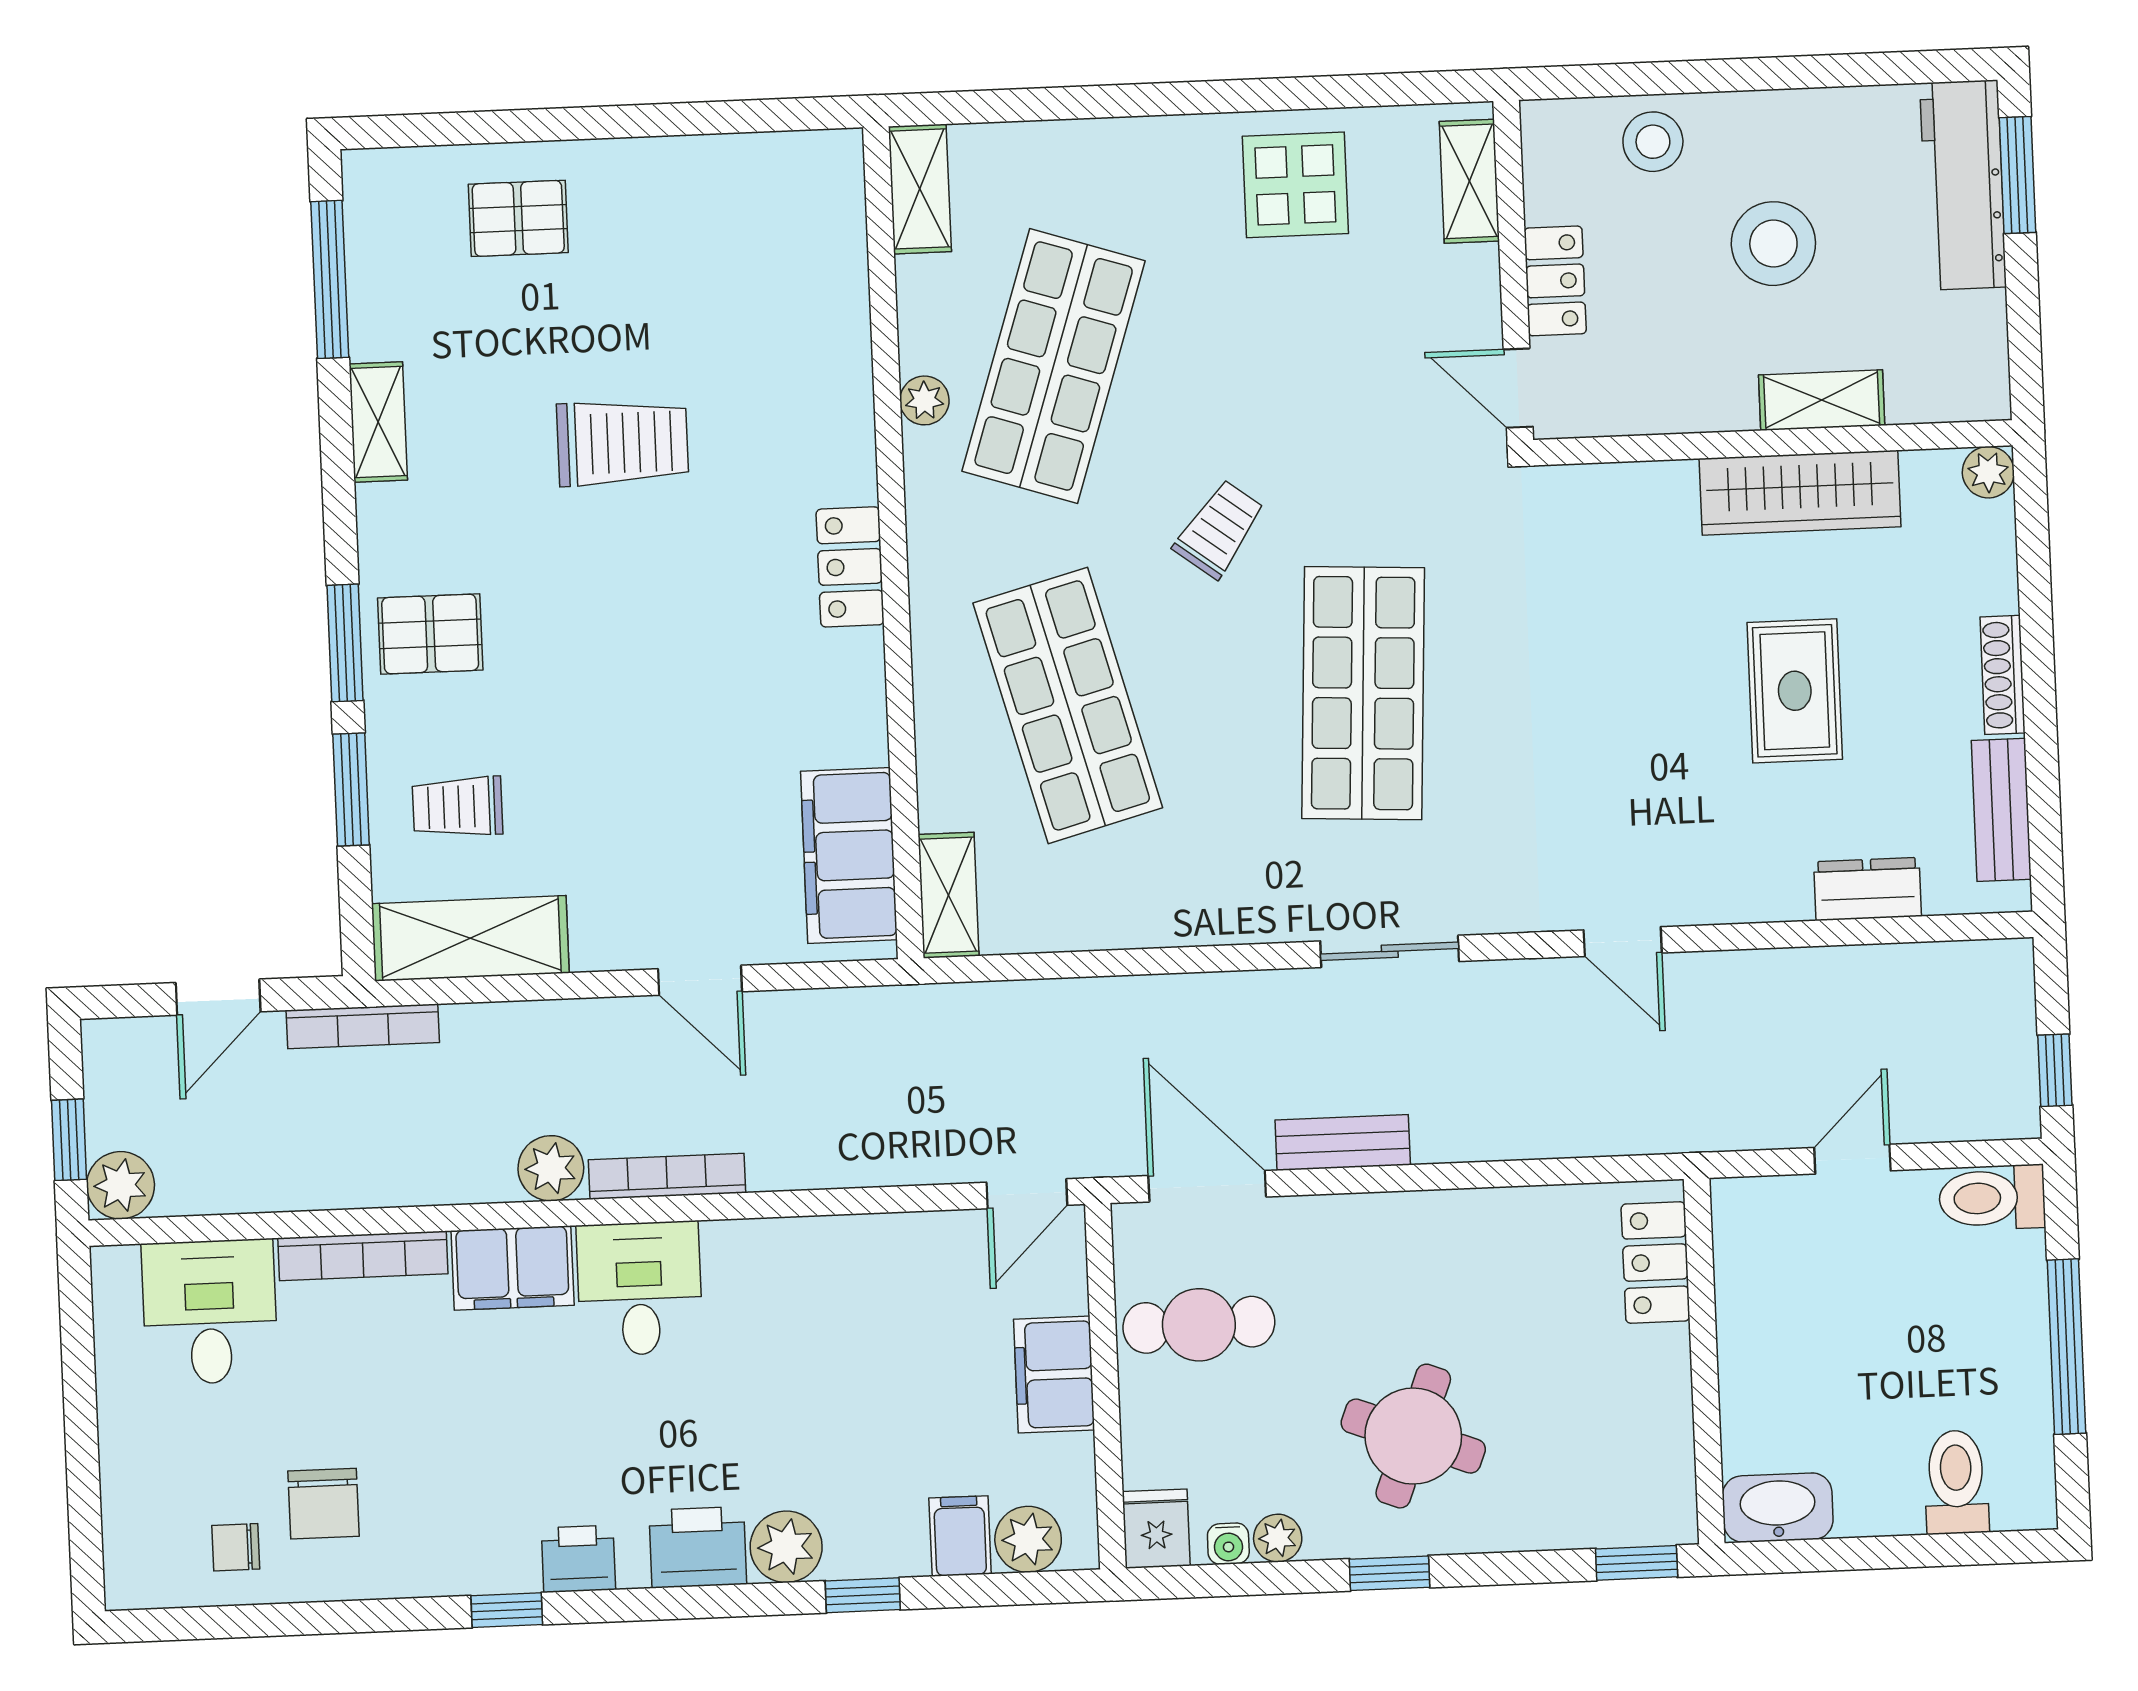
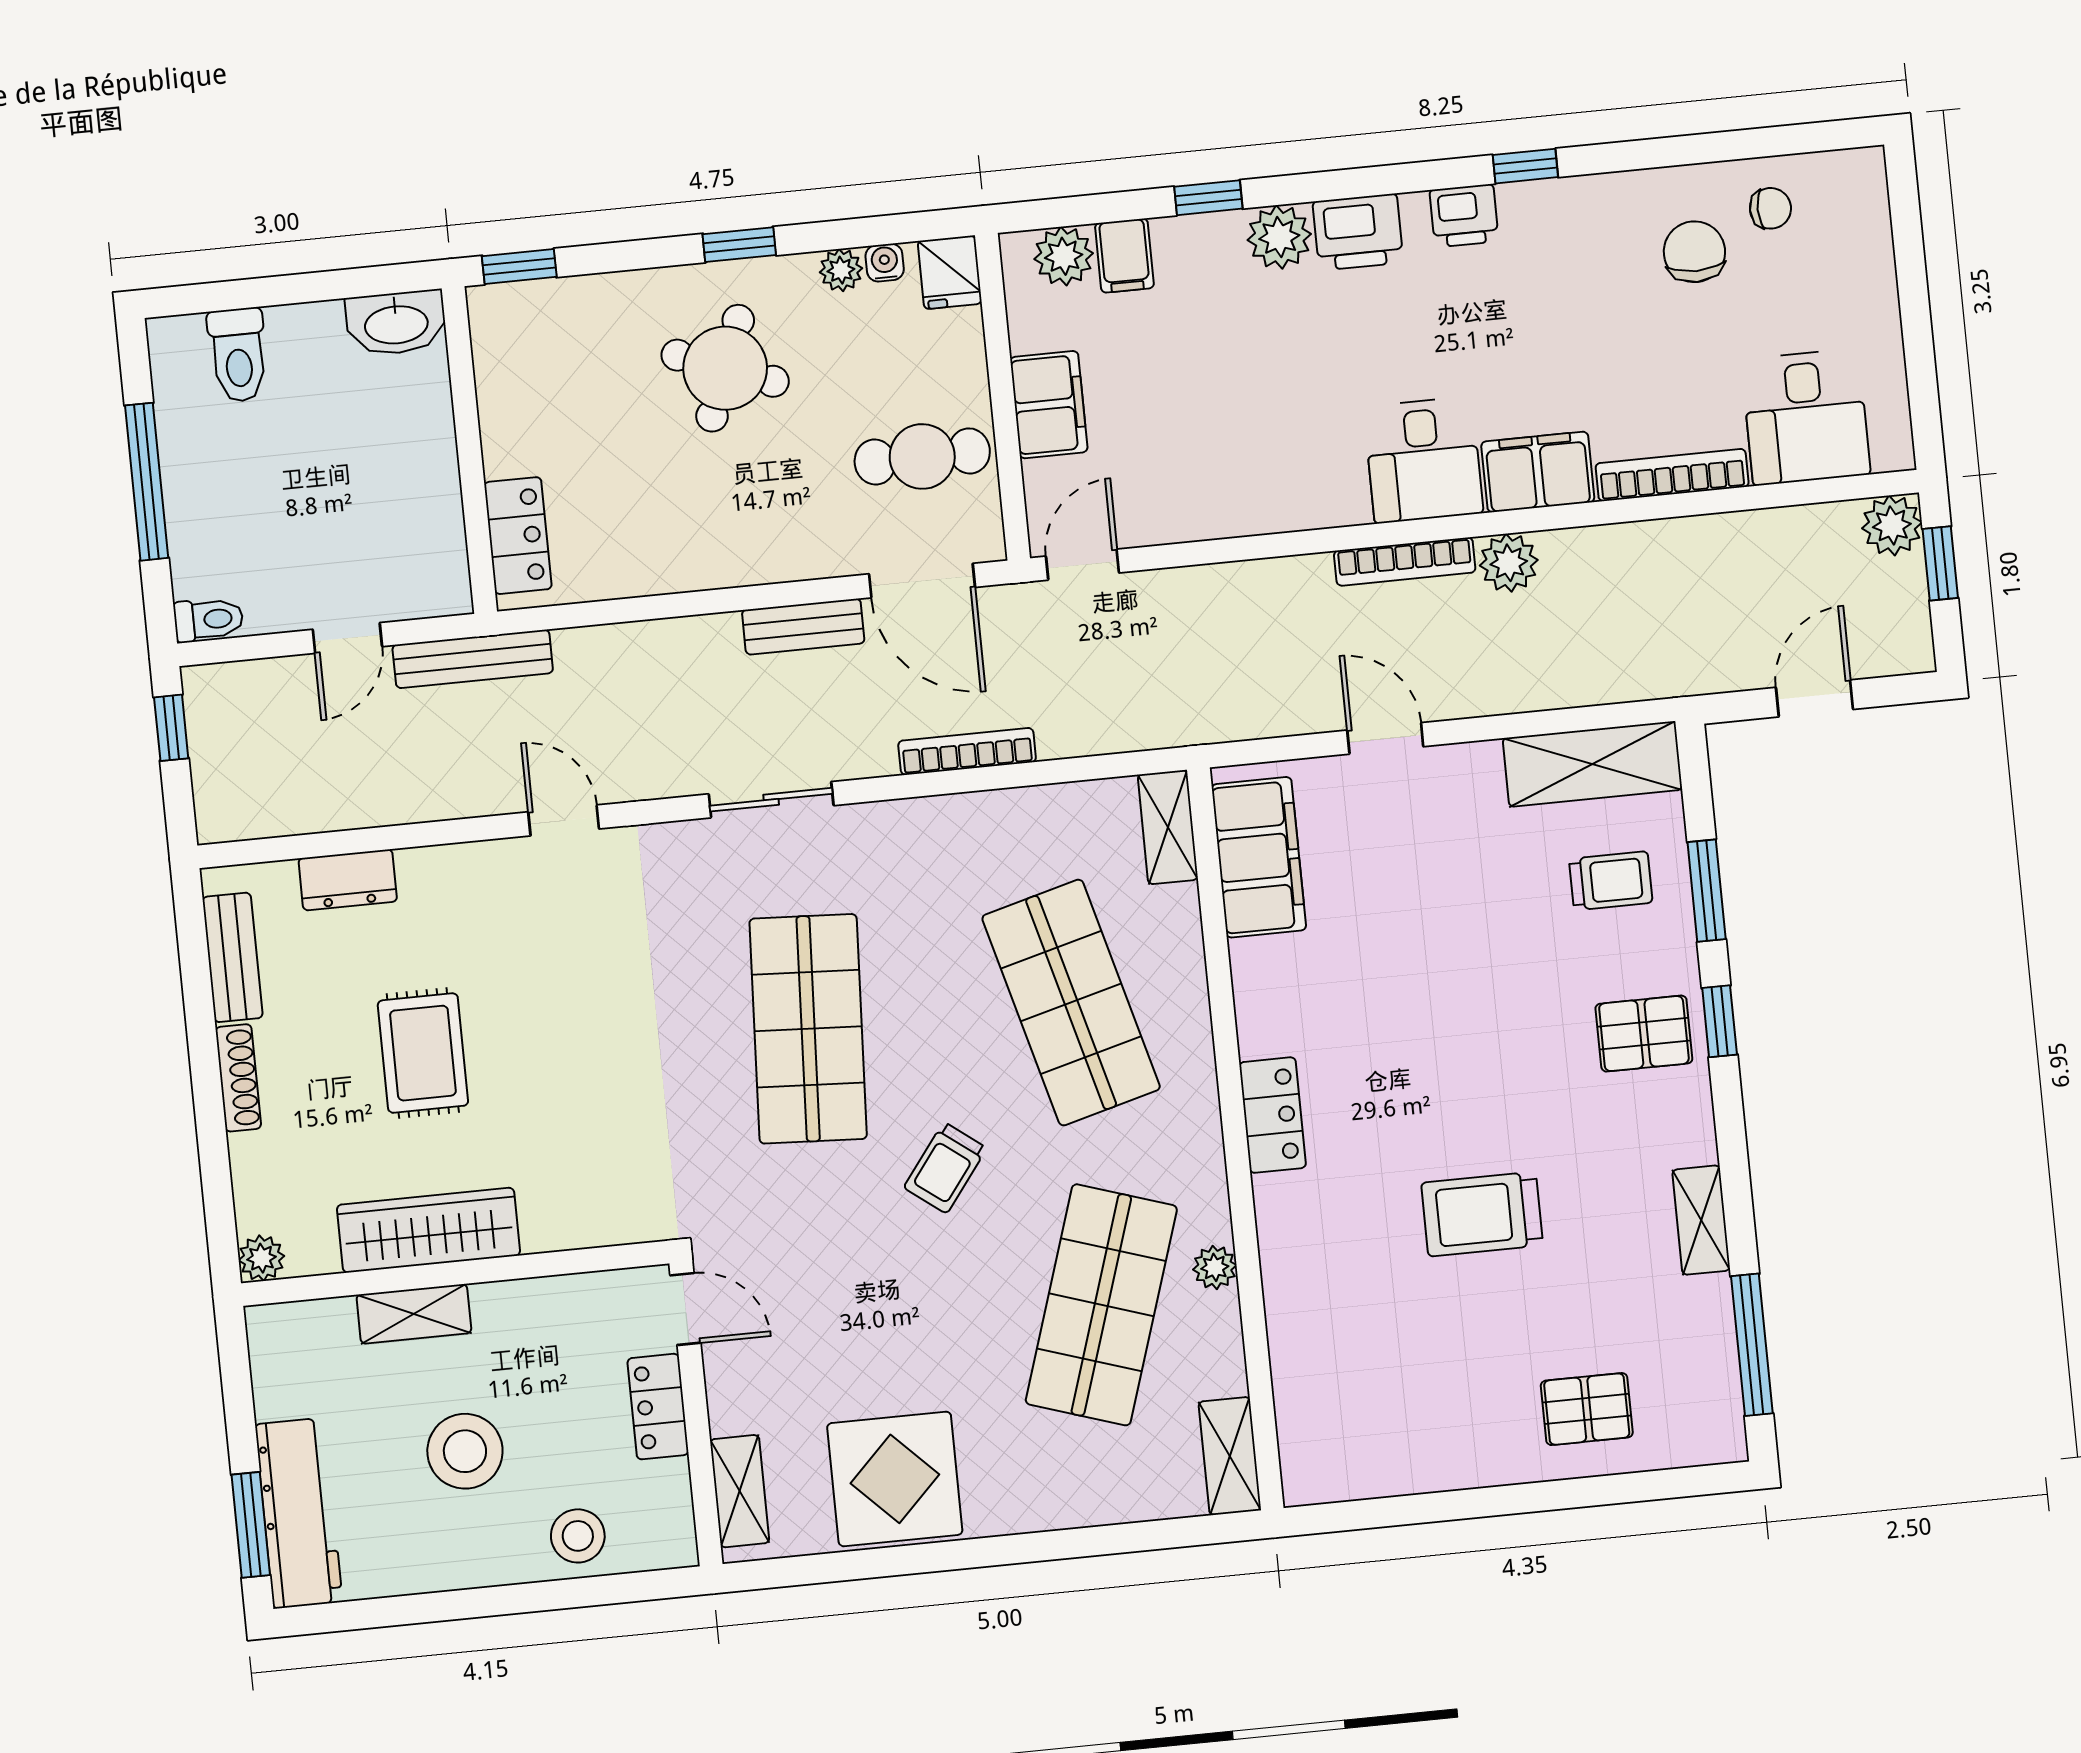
display table: (1295, 185) -> (895, 1479), width x1.36, depth x1.36
window: (345, 643) -> (1720, 1021), width x0.67
bookcase: (363, 1026) -> (967, 751), moved
bench: (1714, 1128) -> (473, 659), added
toilet: (1992, 1198) -> (209, 620), width x0.73, depth x0.72

